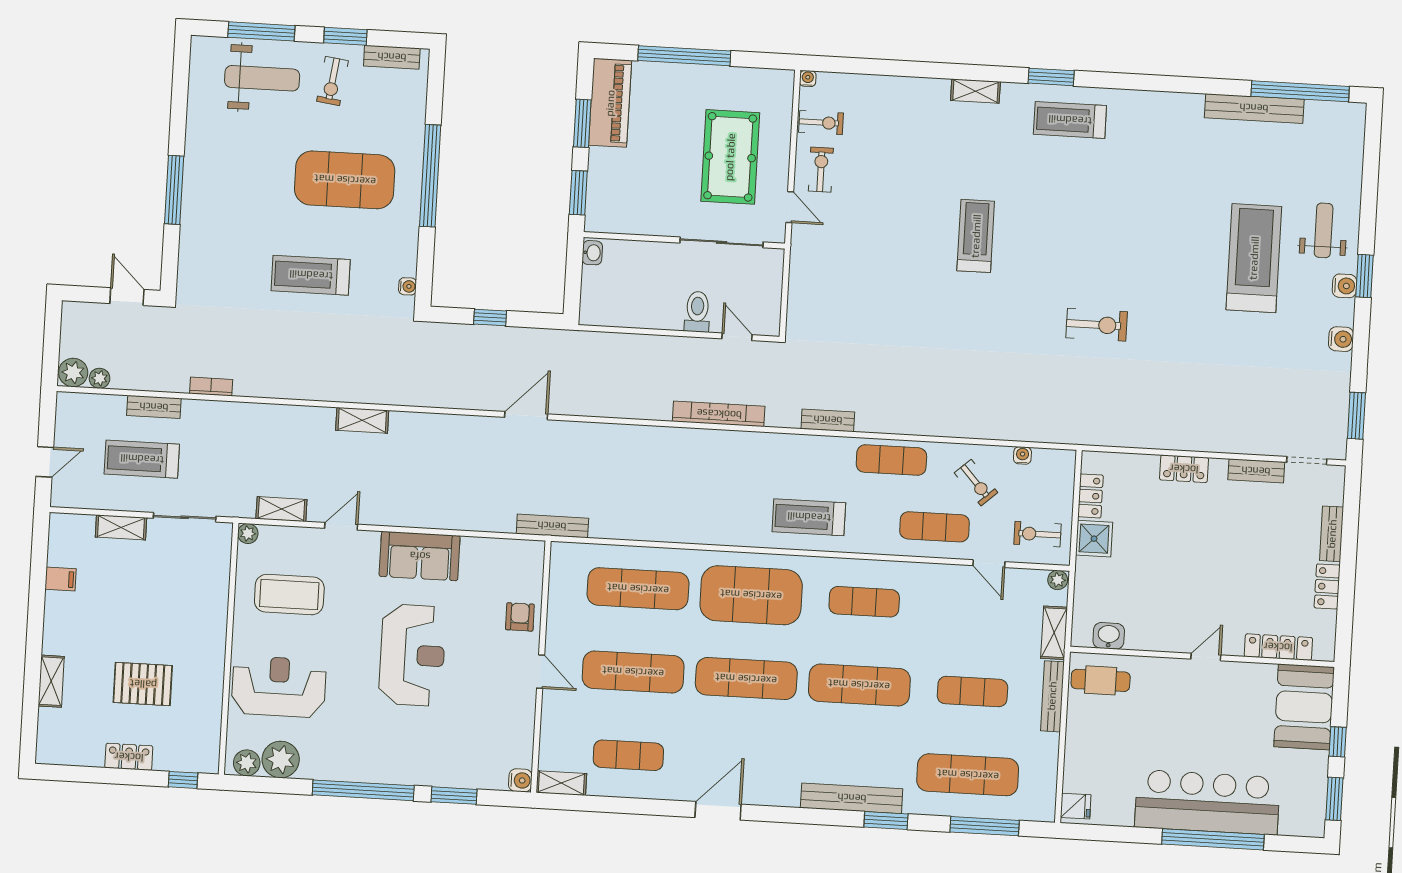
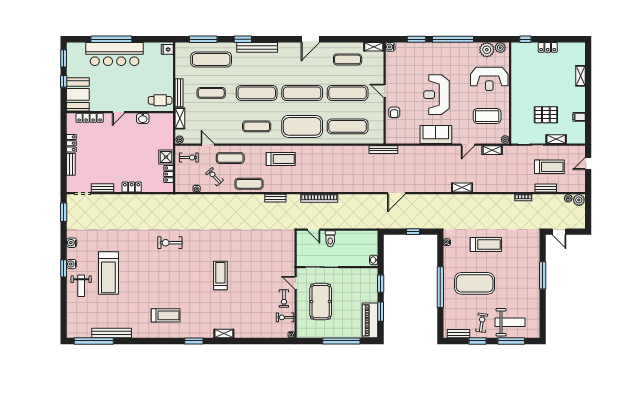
weight bench: (262, 78) -> (510, 322), turned 180
treadmill: (1070, 120) -> (166, 315), moved
treadmill: (976, 236) -> (220, 276), turned 180
washbasin: (1109, 636) -> (143, 118), moved
pallet: (143, 684) -> (546, 115), moved

